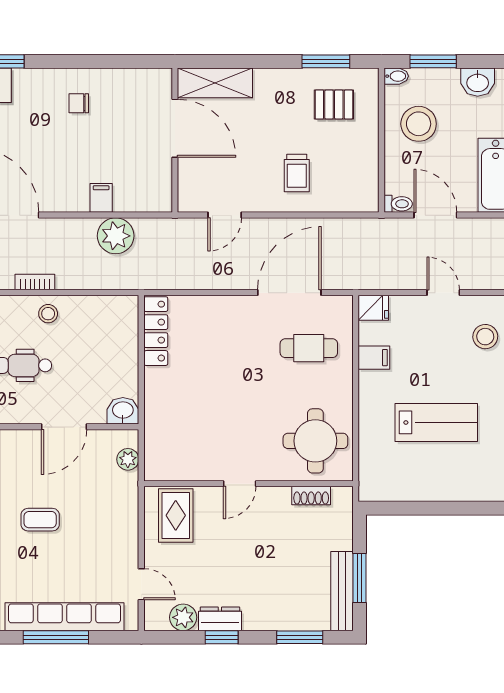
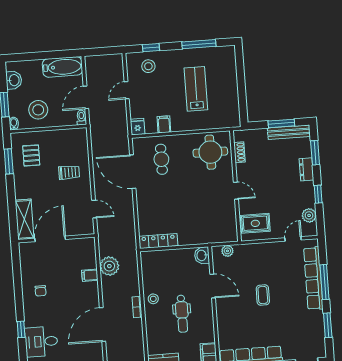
dresser: (220, 619) -> (306, 169), moved

